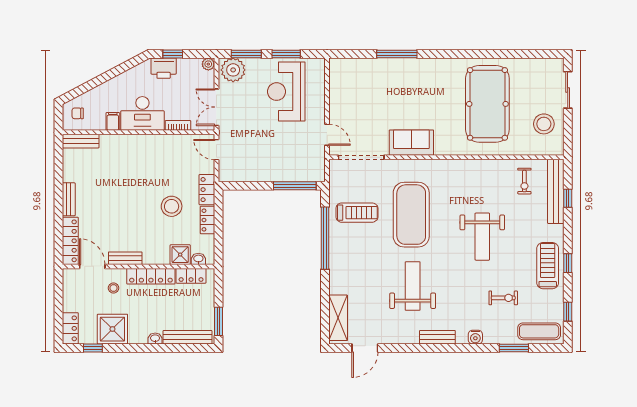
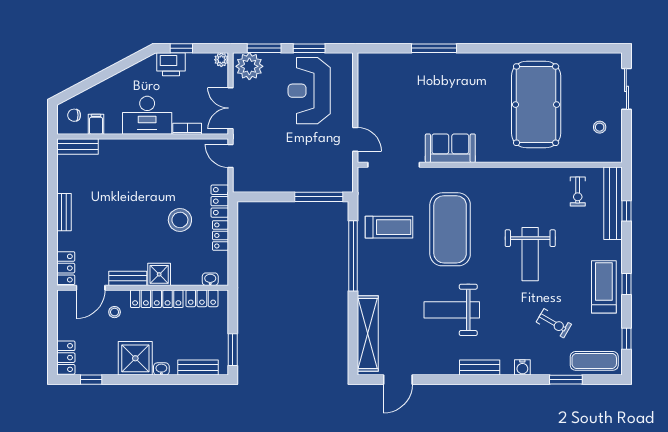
filing cabinet: (113, 121) -> (96, 124), moved
stool: (544, 124) -> (600, 127), width x0.53, depth x0.53
locker: (70, 241) -> (66, 268), width x0.66
shower: (180, 255) -> (159, 274), moved
door: (92, 266) -> (91, 288), swing flipped
weight bench: (413, 286) -> (452, 310), turned -90
exercise bike: (503, 298) -> (554, 323), turned 30
shelving: (338, 318) -> (368, 334), width x1.47
shower: (112, 329) -> (135, 358), moved
bench: (188, 337) -> (198, 368), width x0.73

